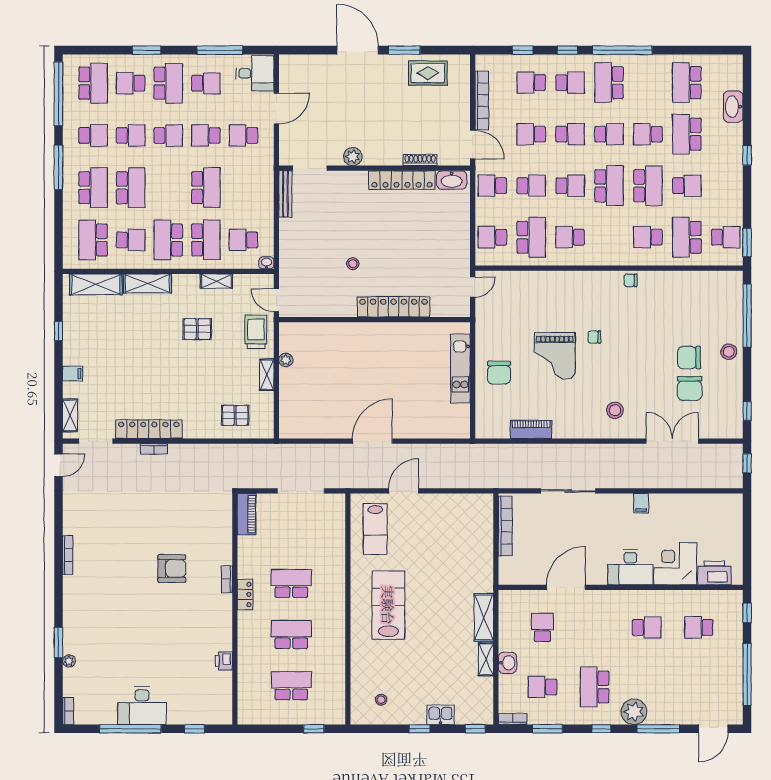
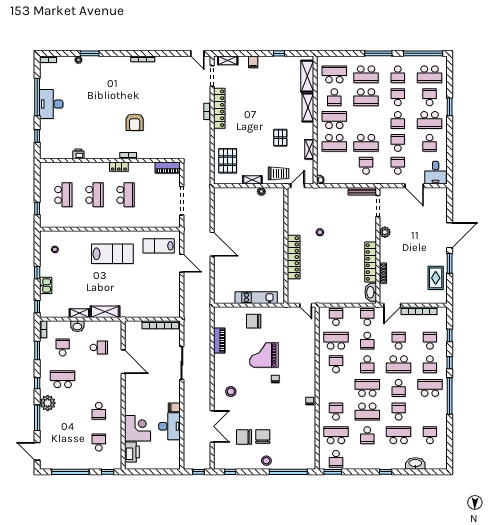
window: (220, 50) -> (450, 152), removed
school desk: (687, 83) -> (430, 435), width x0.54
school desk: (570, 134) -> (399, 364), width x1.85
school desk: (131, 135) -> (398, 97), turned 180
school desk: (609, 186) -> (367, 388), turned 180
school desk: (531, 237) -> (336, 341), turned 180
school desk: (243, 240) -> (366, 166), moved
pallet: (235, 415) -> (228, 161), width x1.50, depth x1.42
desk: (630, 567) -> (170, 426), moved, turned 180

